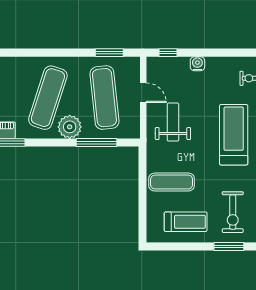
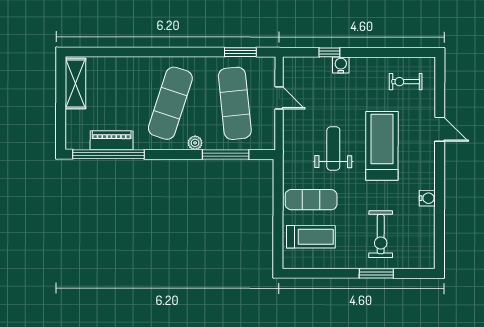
window: (168, 53) -> (329, 52), moved
weight bench: (173, 122) -> (333, 148), moved
plant: (70, 127) -> (195, 143), width x0.53, depth x0.53
treadmill: (186, 222) -> (311, 237), moved

